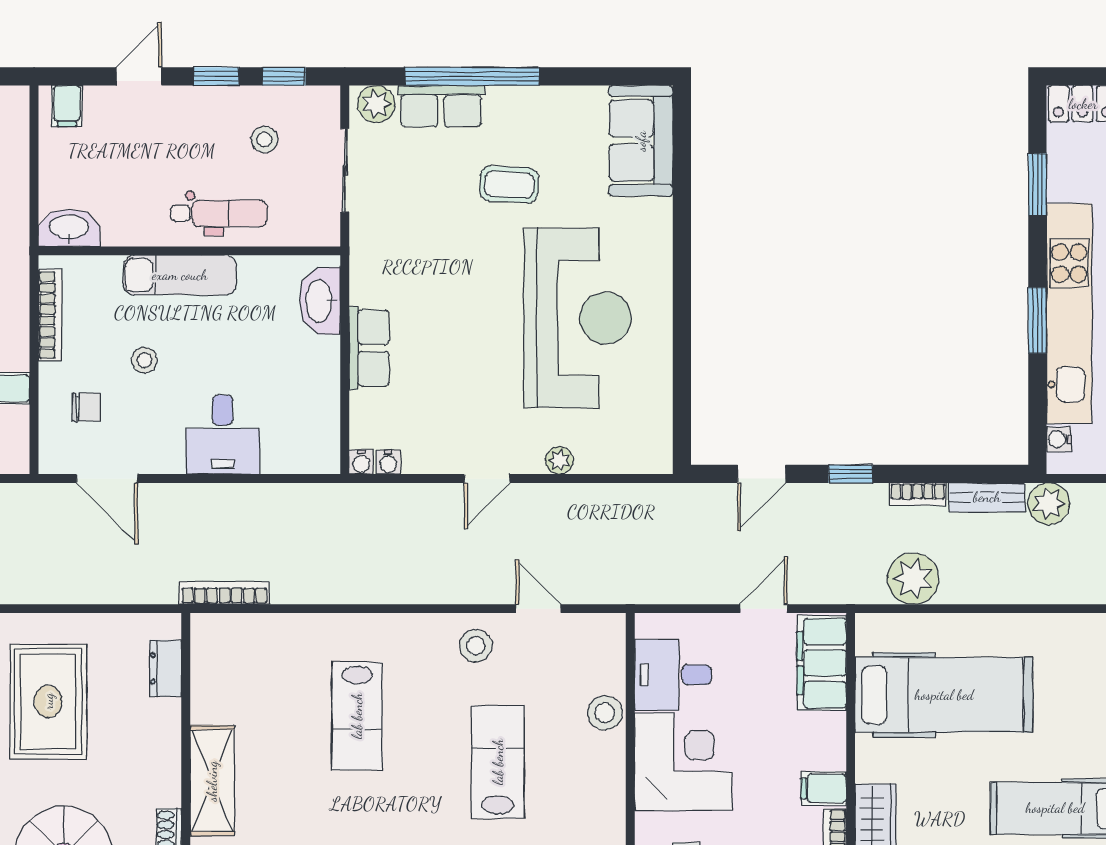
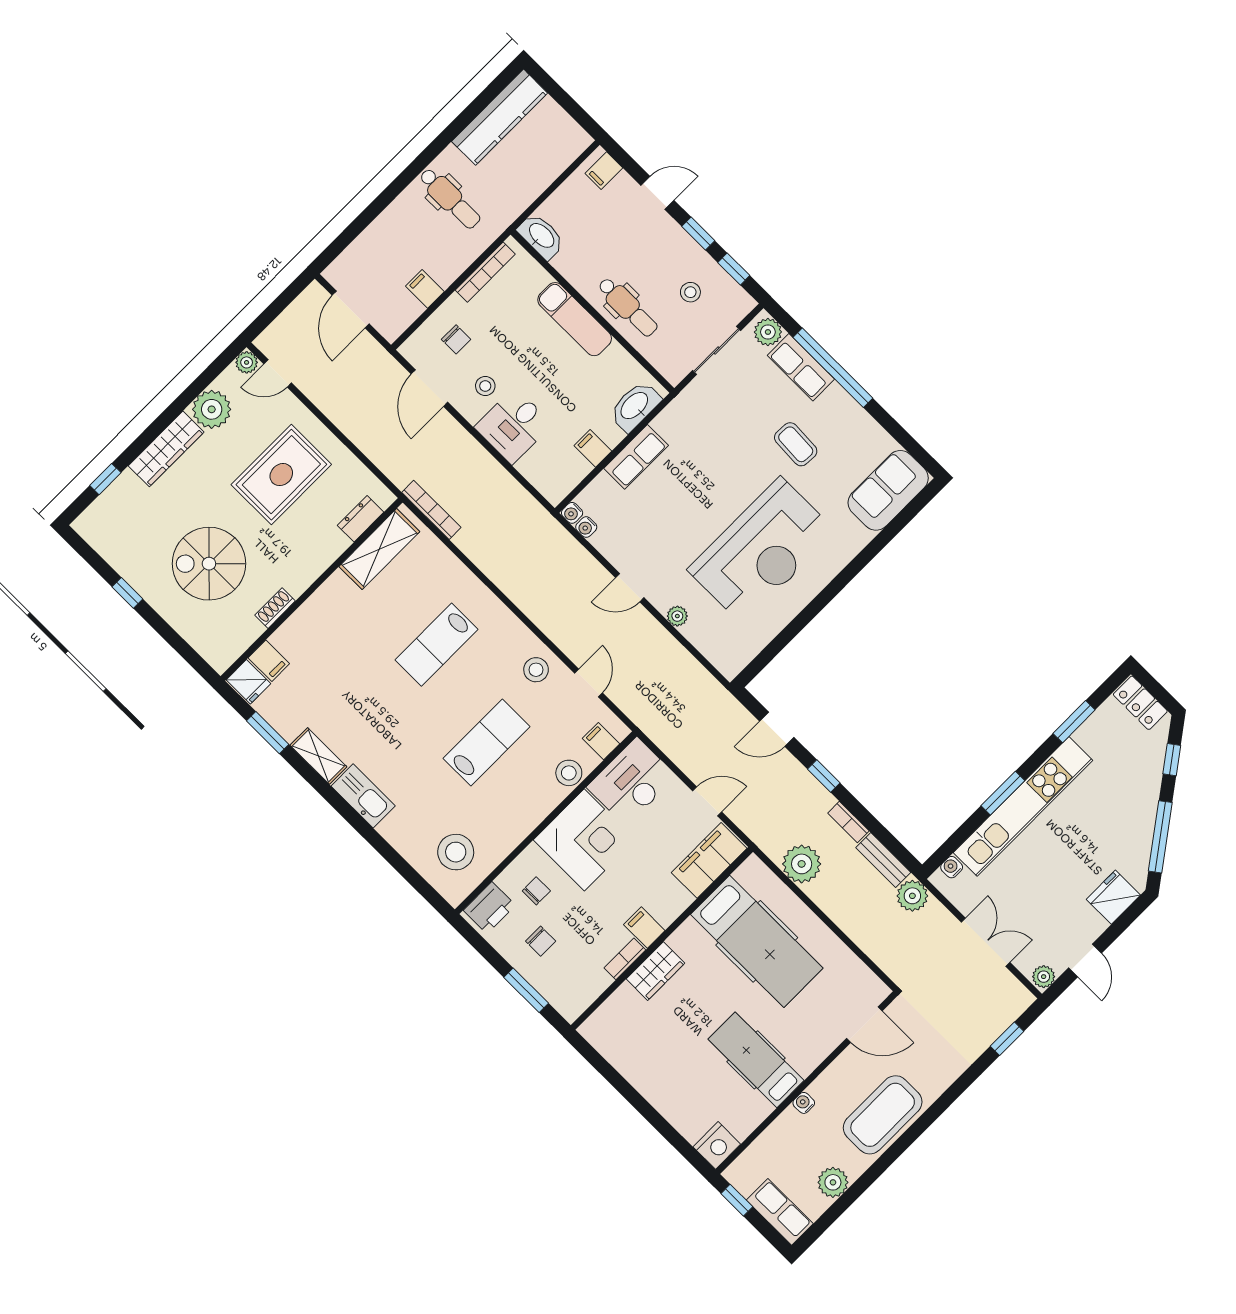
stool: (144, 360) -> (485, 386), moved
filing cabinet: (320, 381) -> (593, 448), added
filing cabinet: (605, 652) -> (601, 741), added
desk: (673, 675) -> (631, 782), width x1.37
shelving: (212, 781) -> (379, 549), moved

